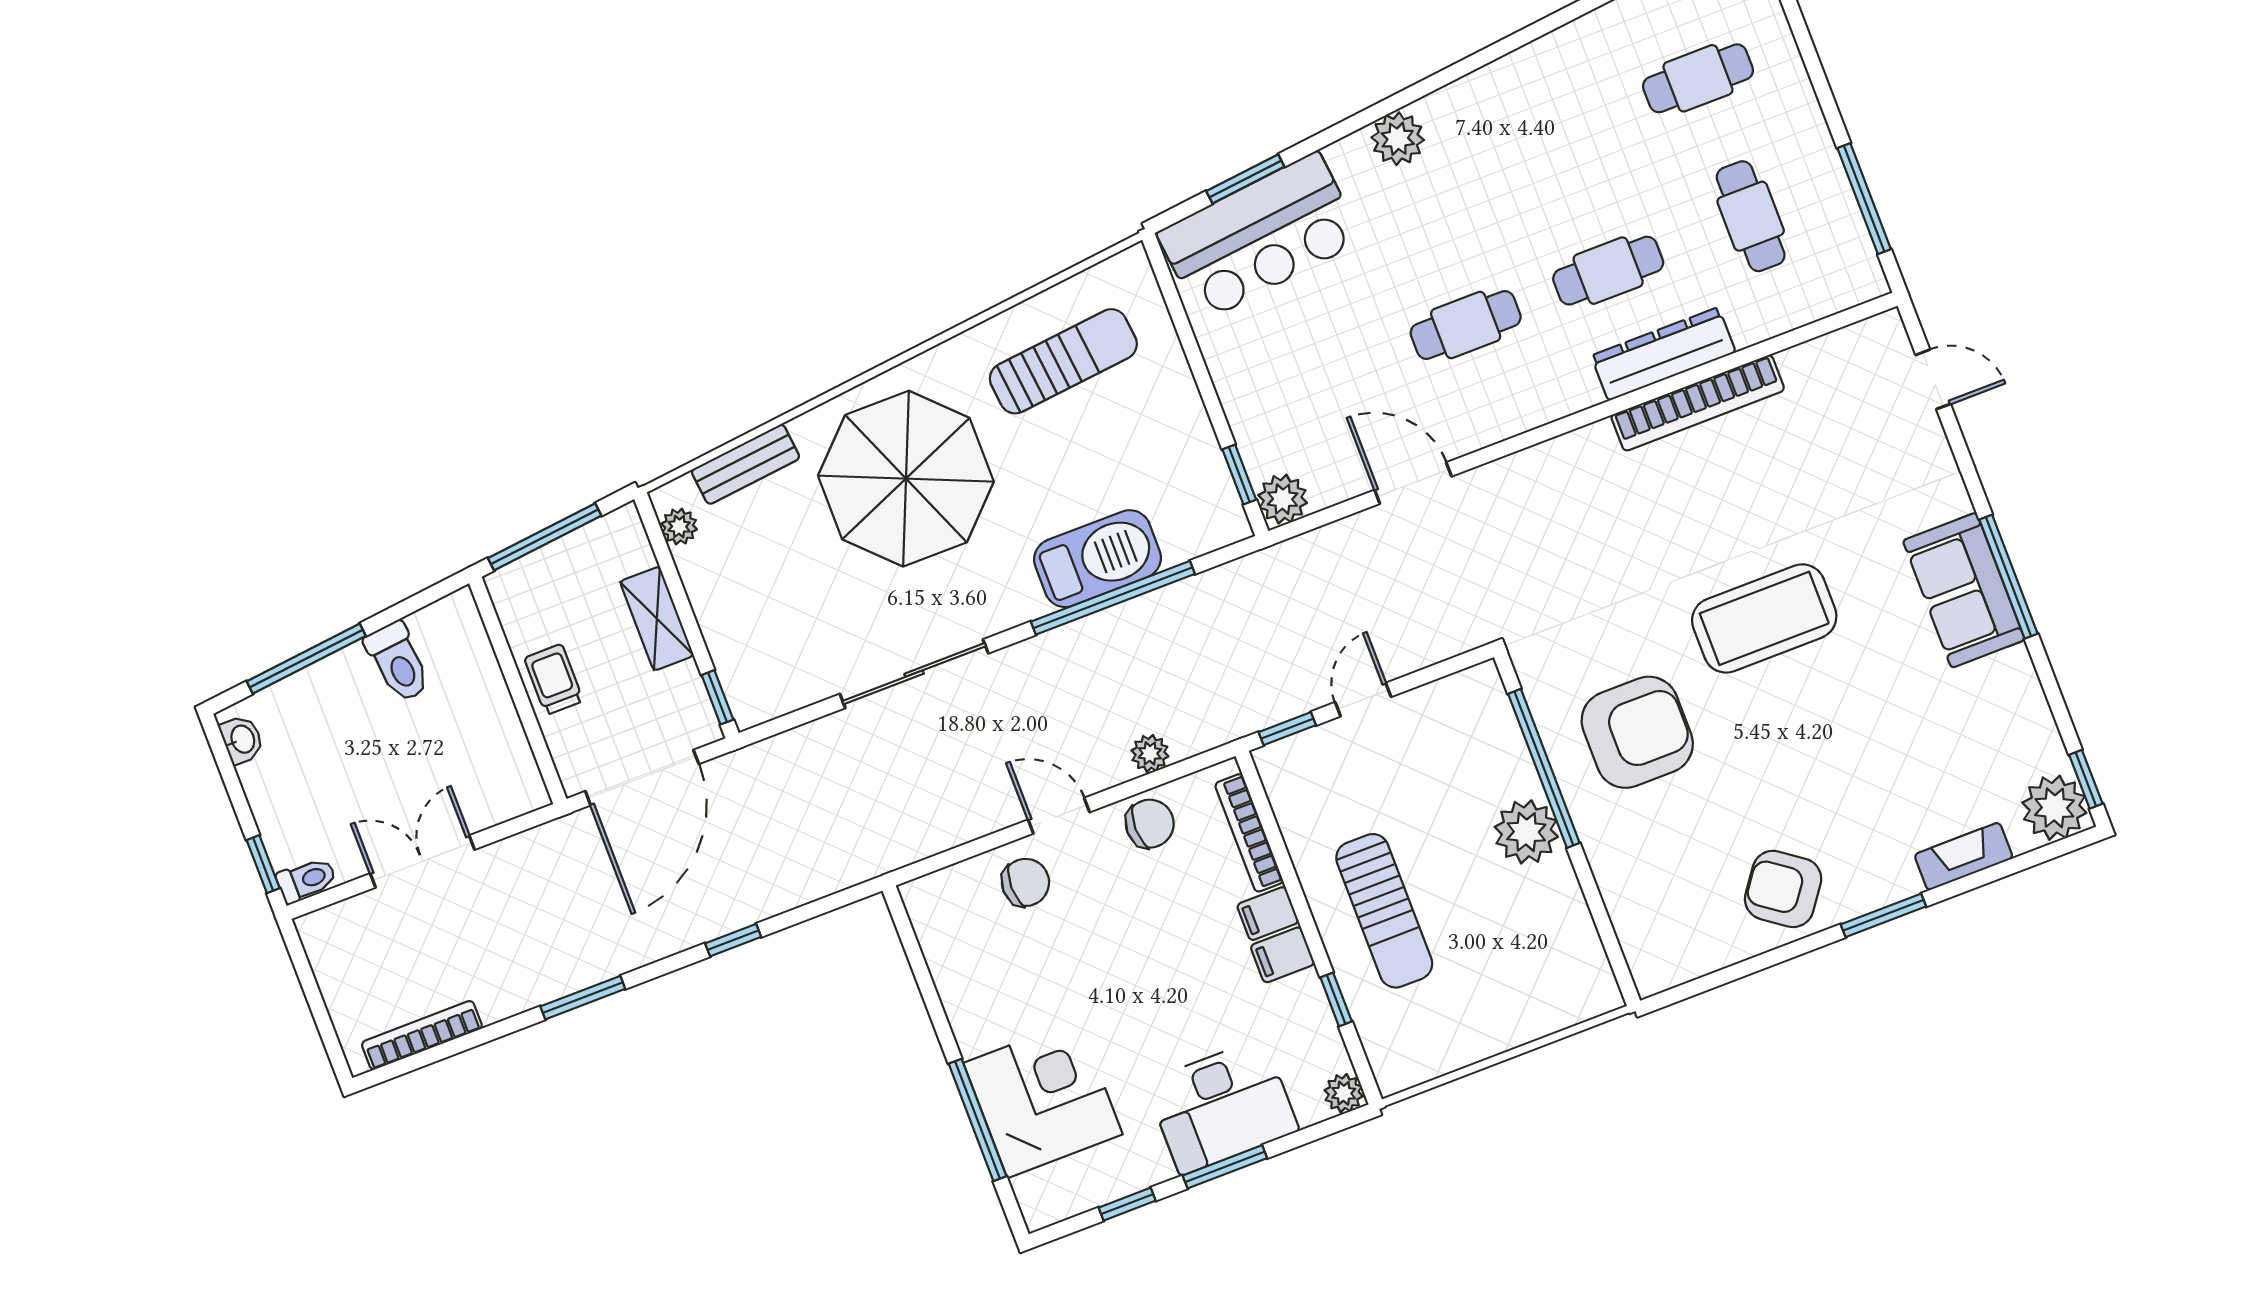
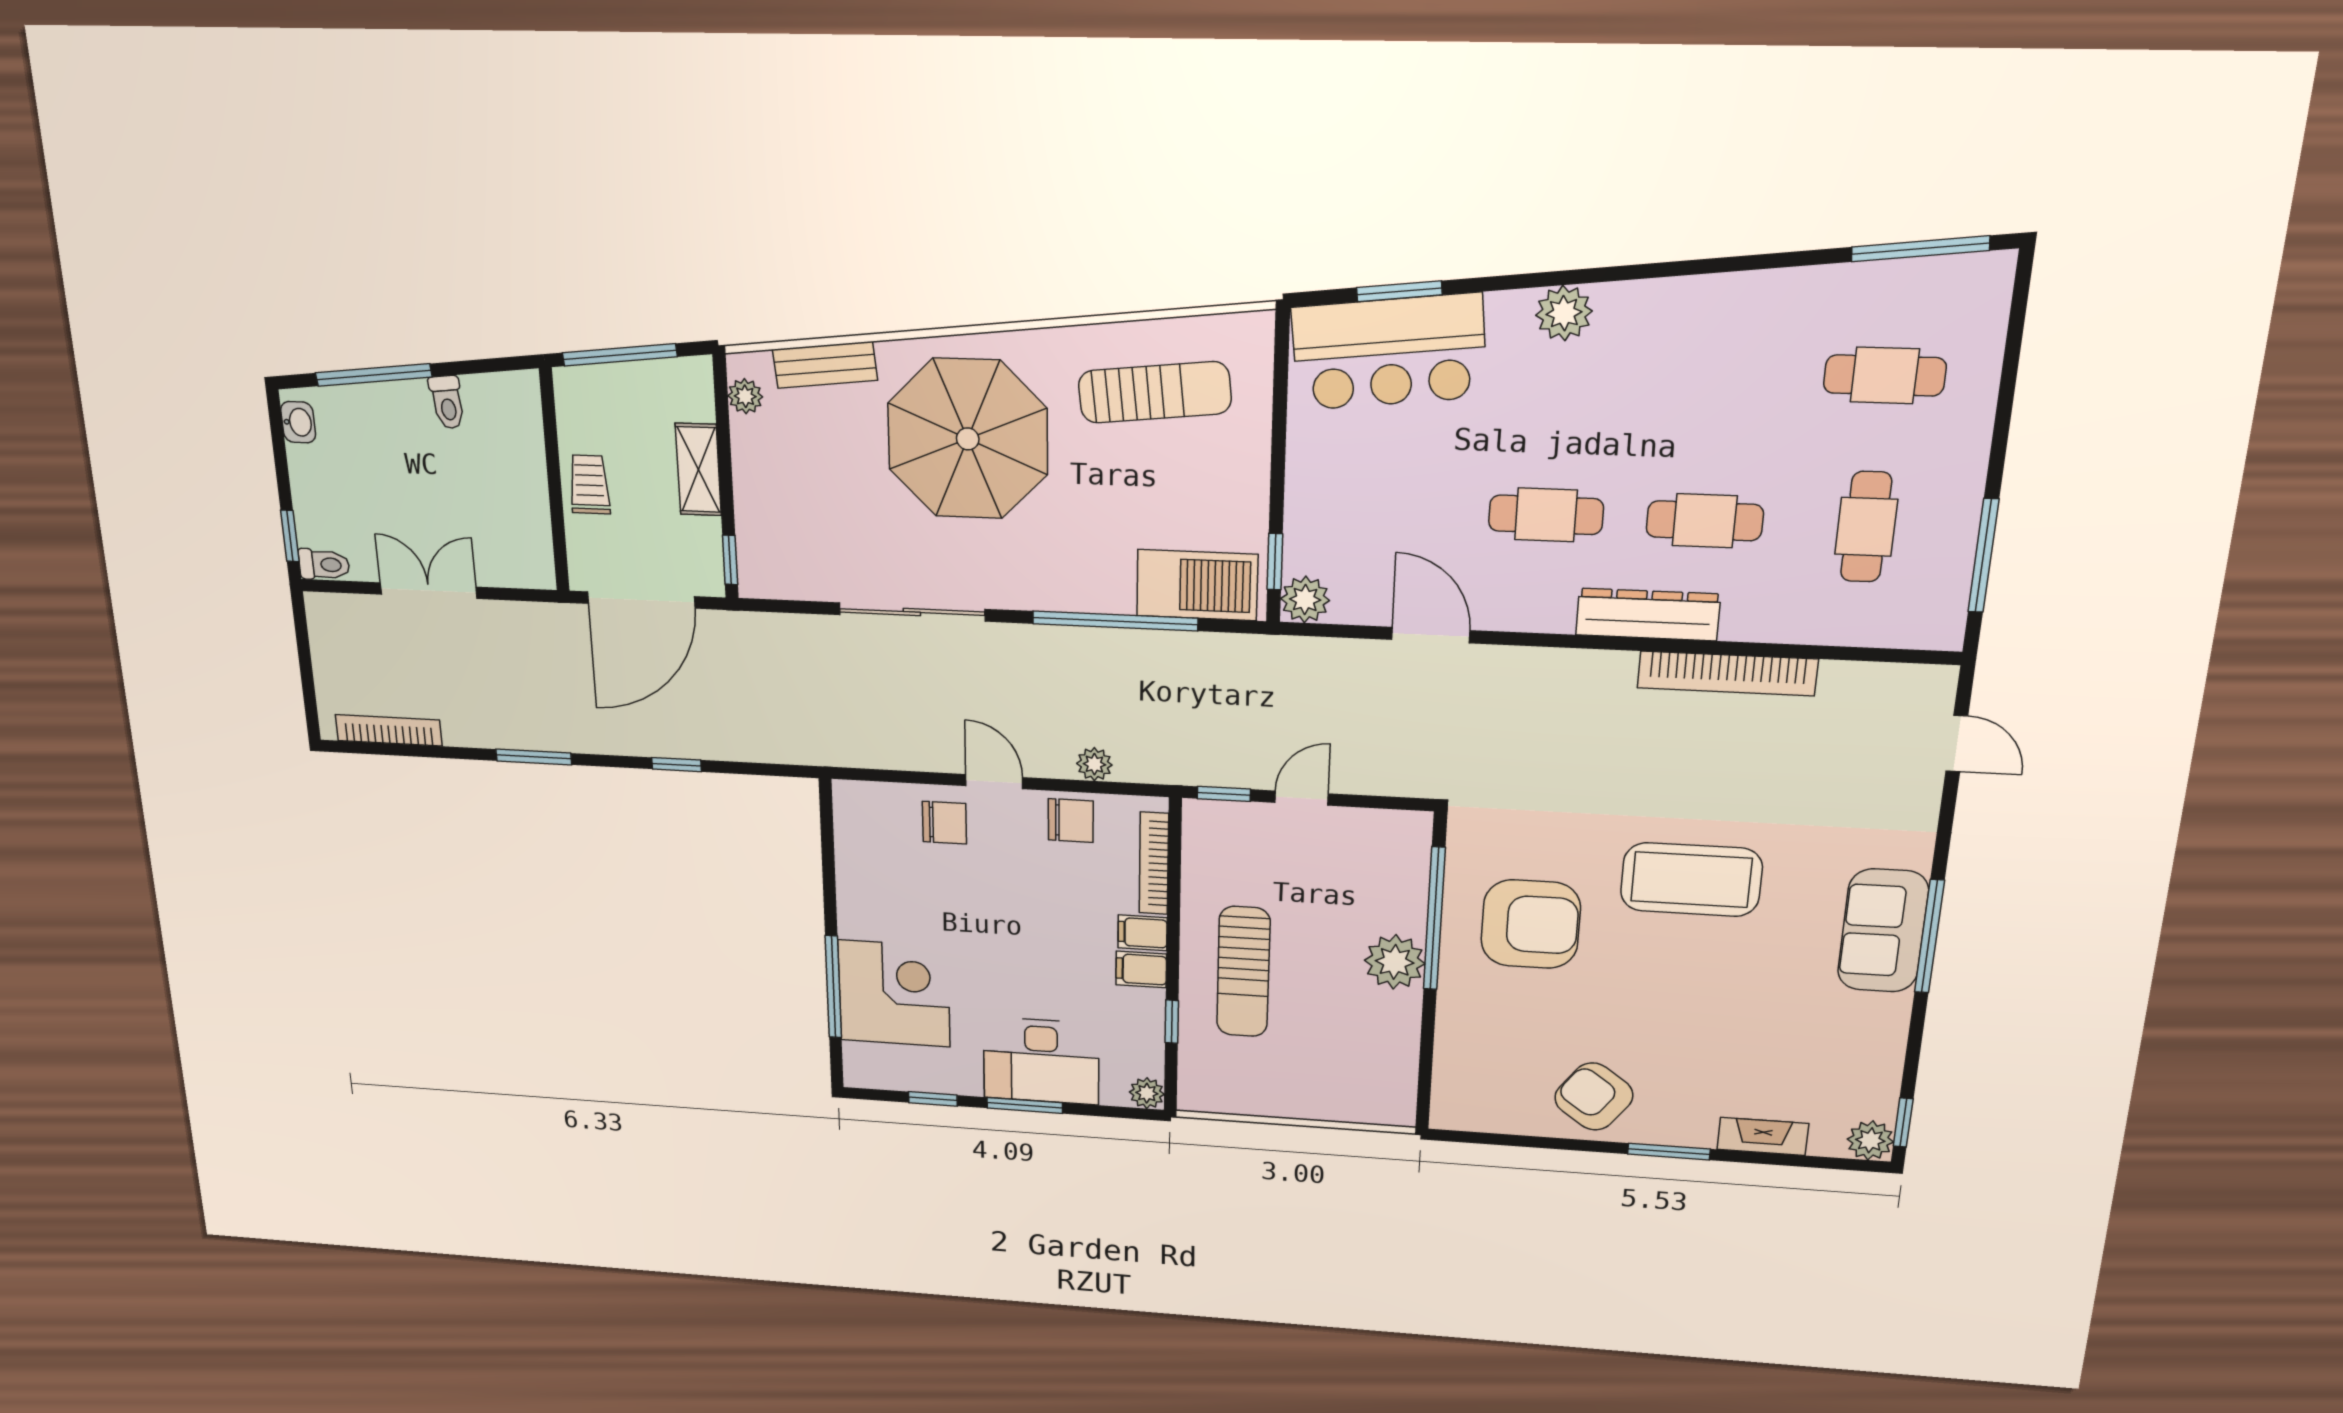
dresser: (1663, 354) -> (1648, 614), moved
barbecue: (1097, 559) -> (1197, 585), moved
toilet: (398, 662) -> (447, 402), width x0.73, depth x0.72
plant: (2054, 808) -> (1870, 1140), width x0.73, depth x0.73

